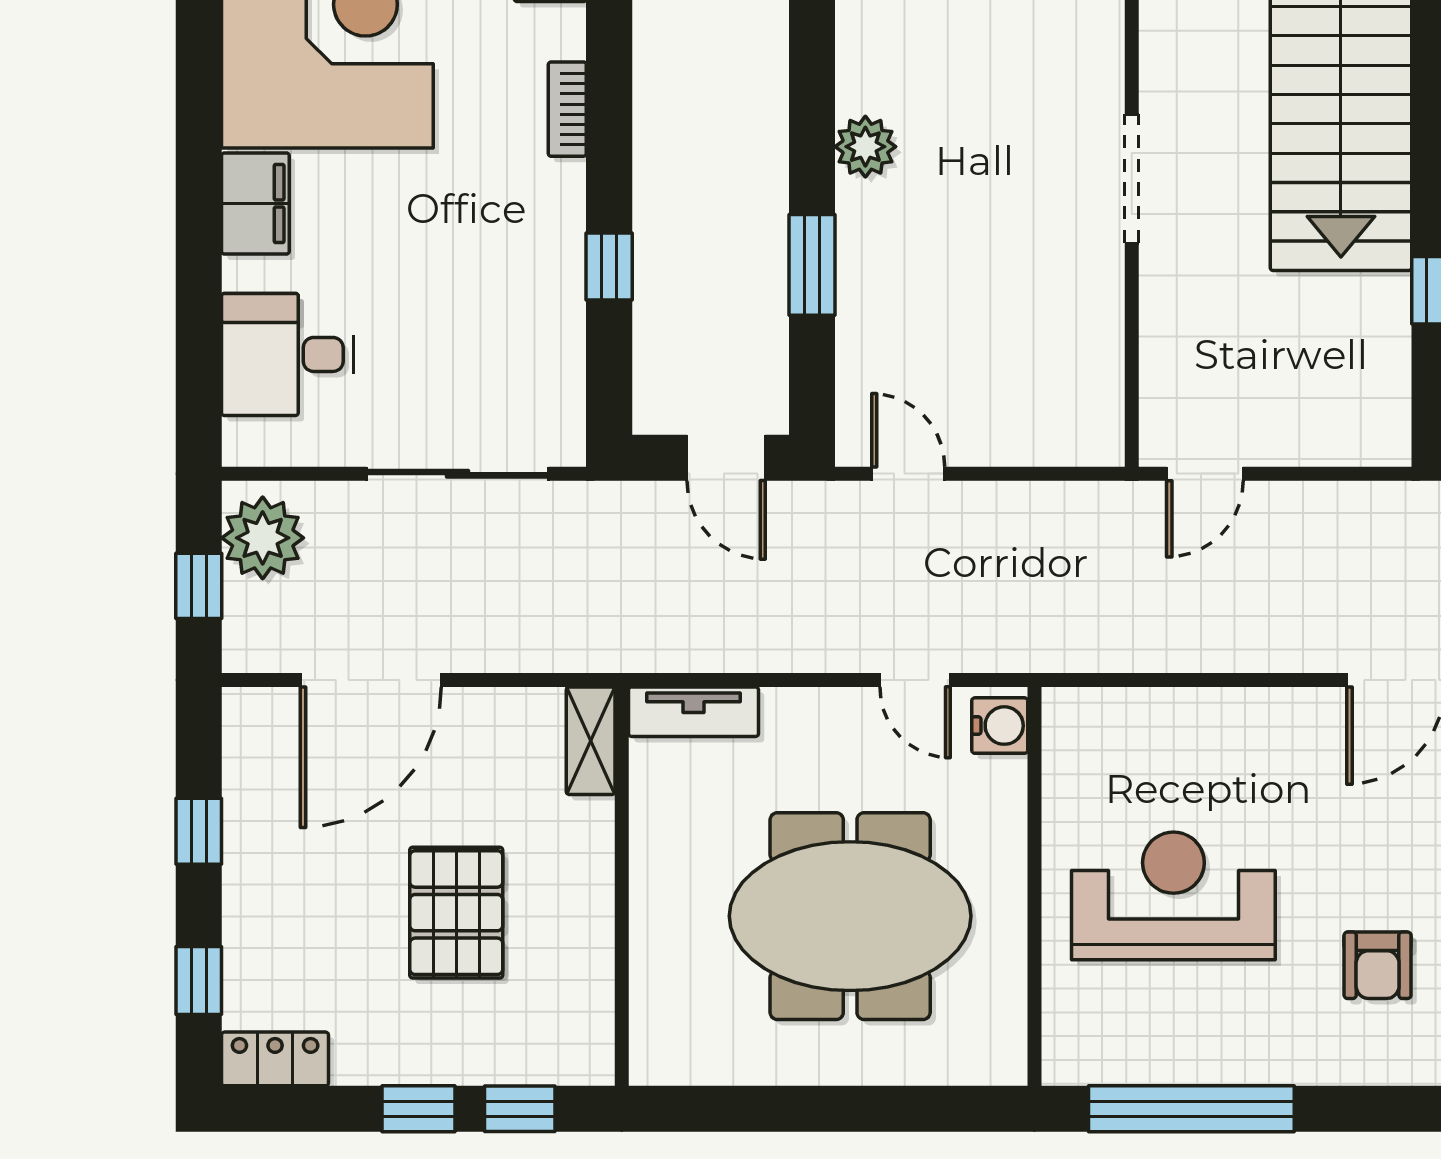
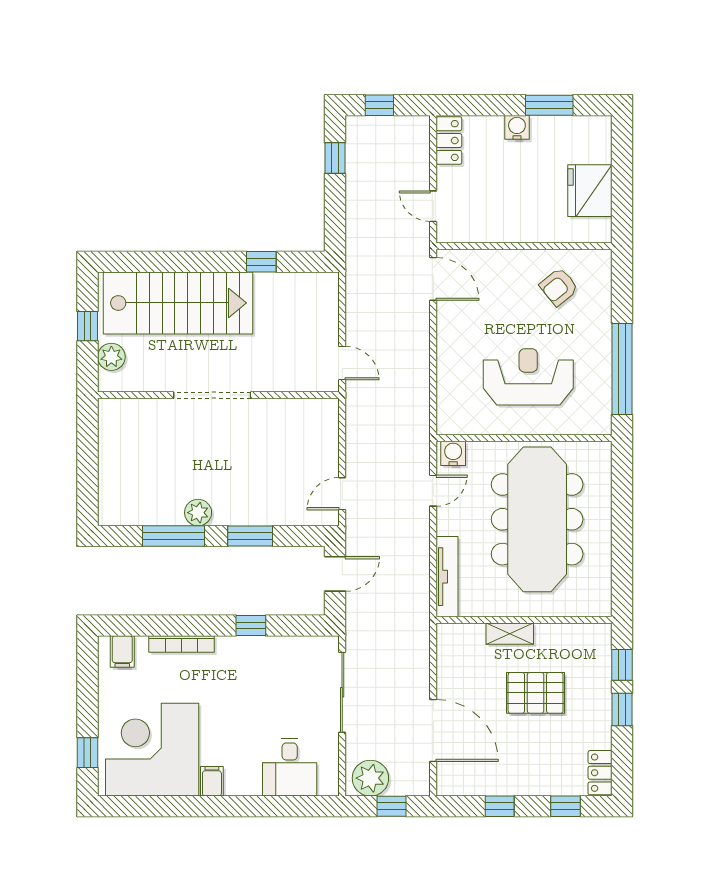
window: (812, 91) -> (173, 536), added
bookcase: (567, 109) -> (181, 644), width x1.56
doorway: (1132, 179) -> (212, 395), width x1.36
filing cabinet: (255, 204) -> (212, 781), width x0.50
tv unit: (694, 712) -> (447, 577), width x1.41
shelving: (591, 741) -> (510, 634), moved
reception desk: (1173, 896) -> (528, 377), turned 90
meeting table: (850, 916) -> (537, 519), width x1.36
armchair: (1378, 965) -> (559, 287), turned 141

